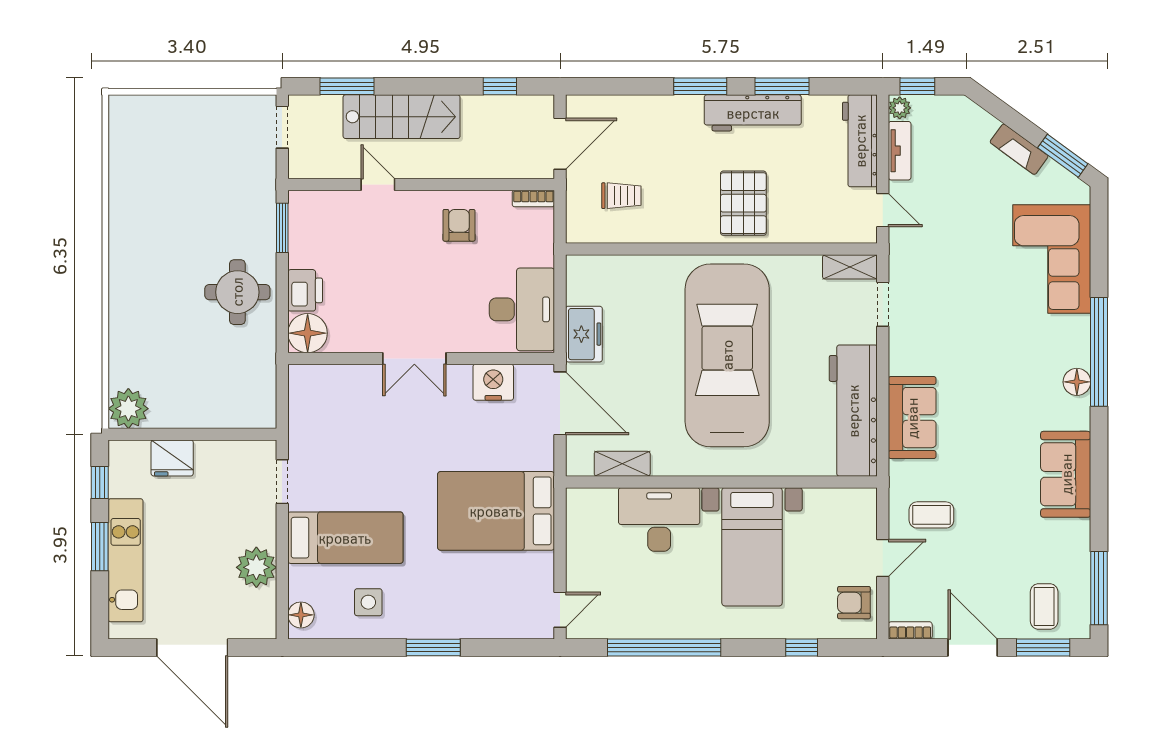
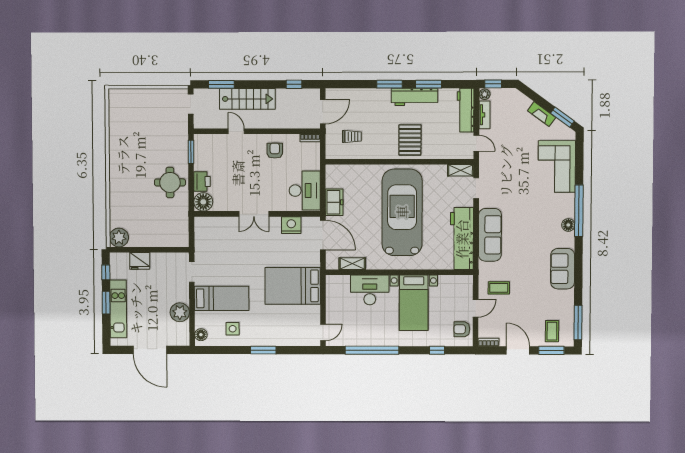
sofa: (912, 418) -> (490, 235), width x1.36

